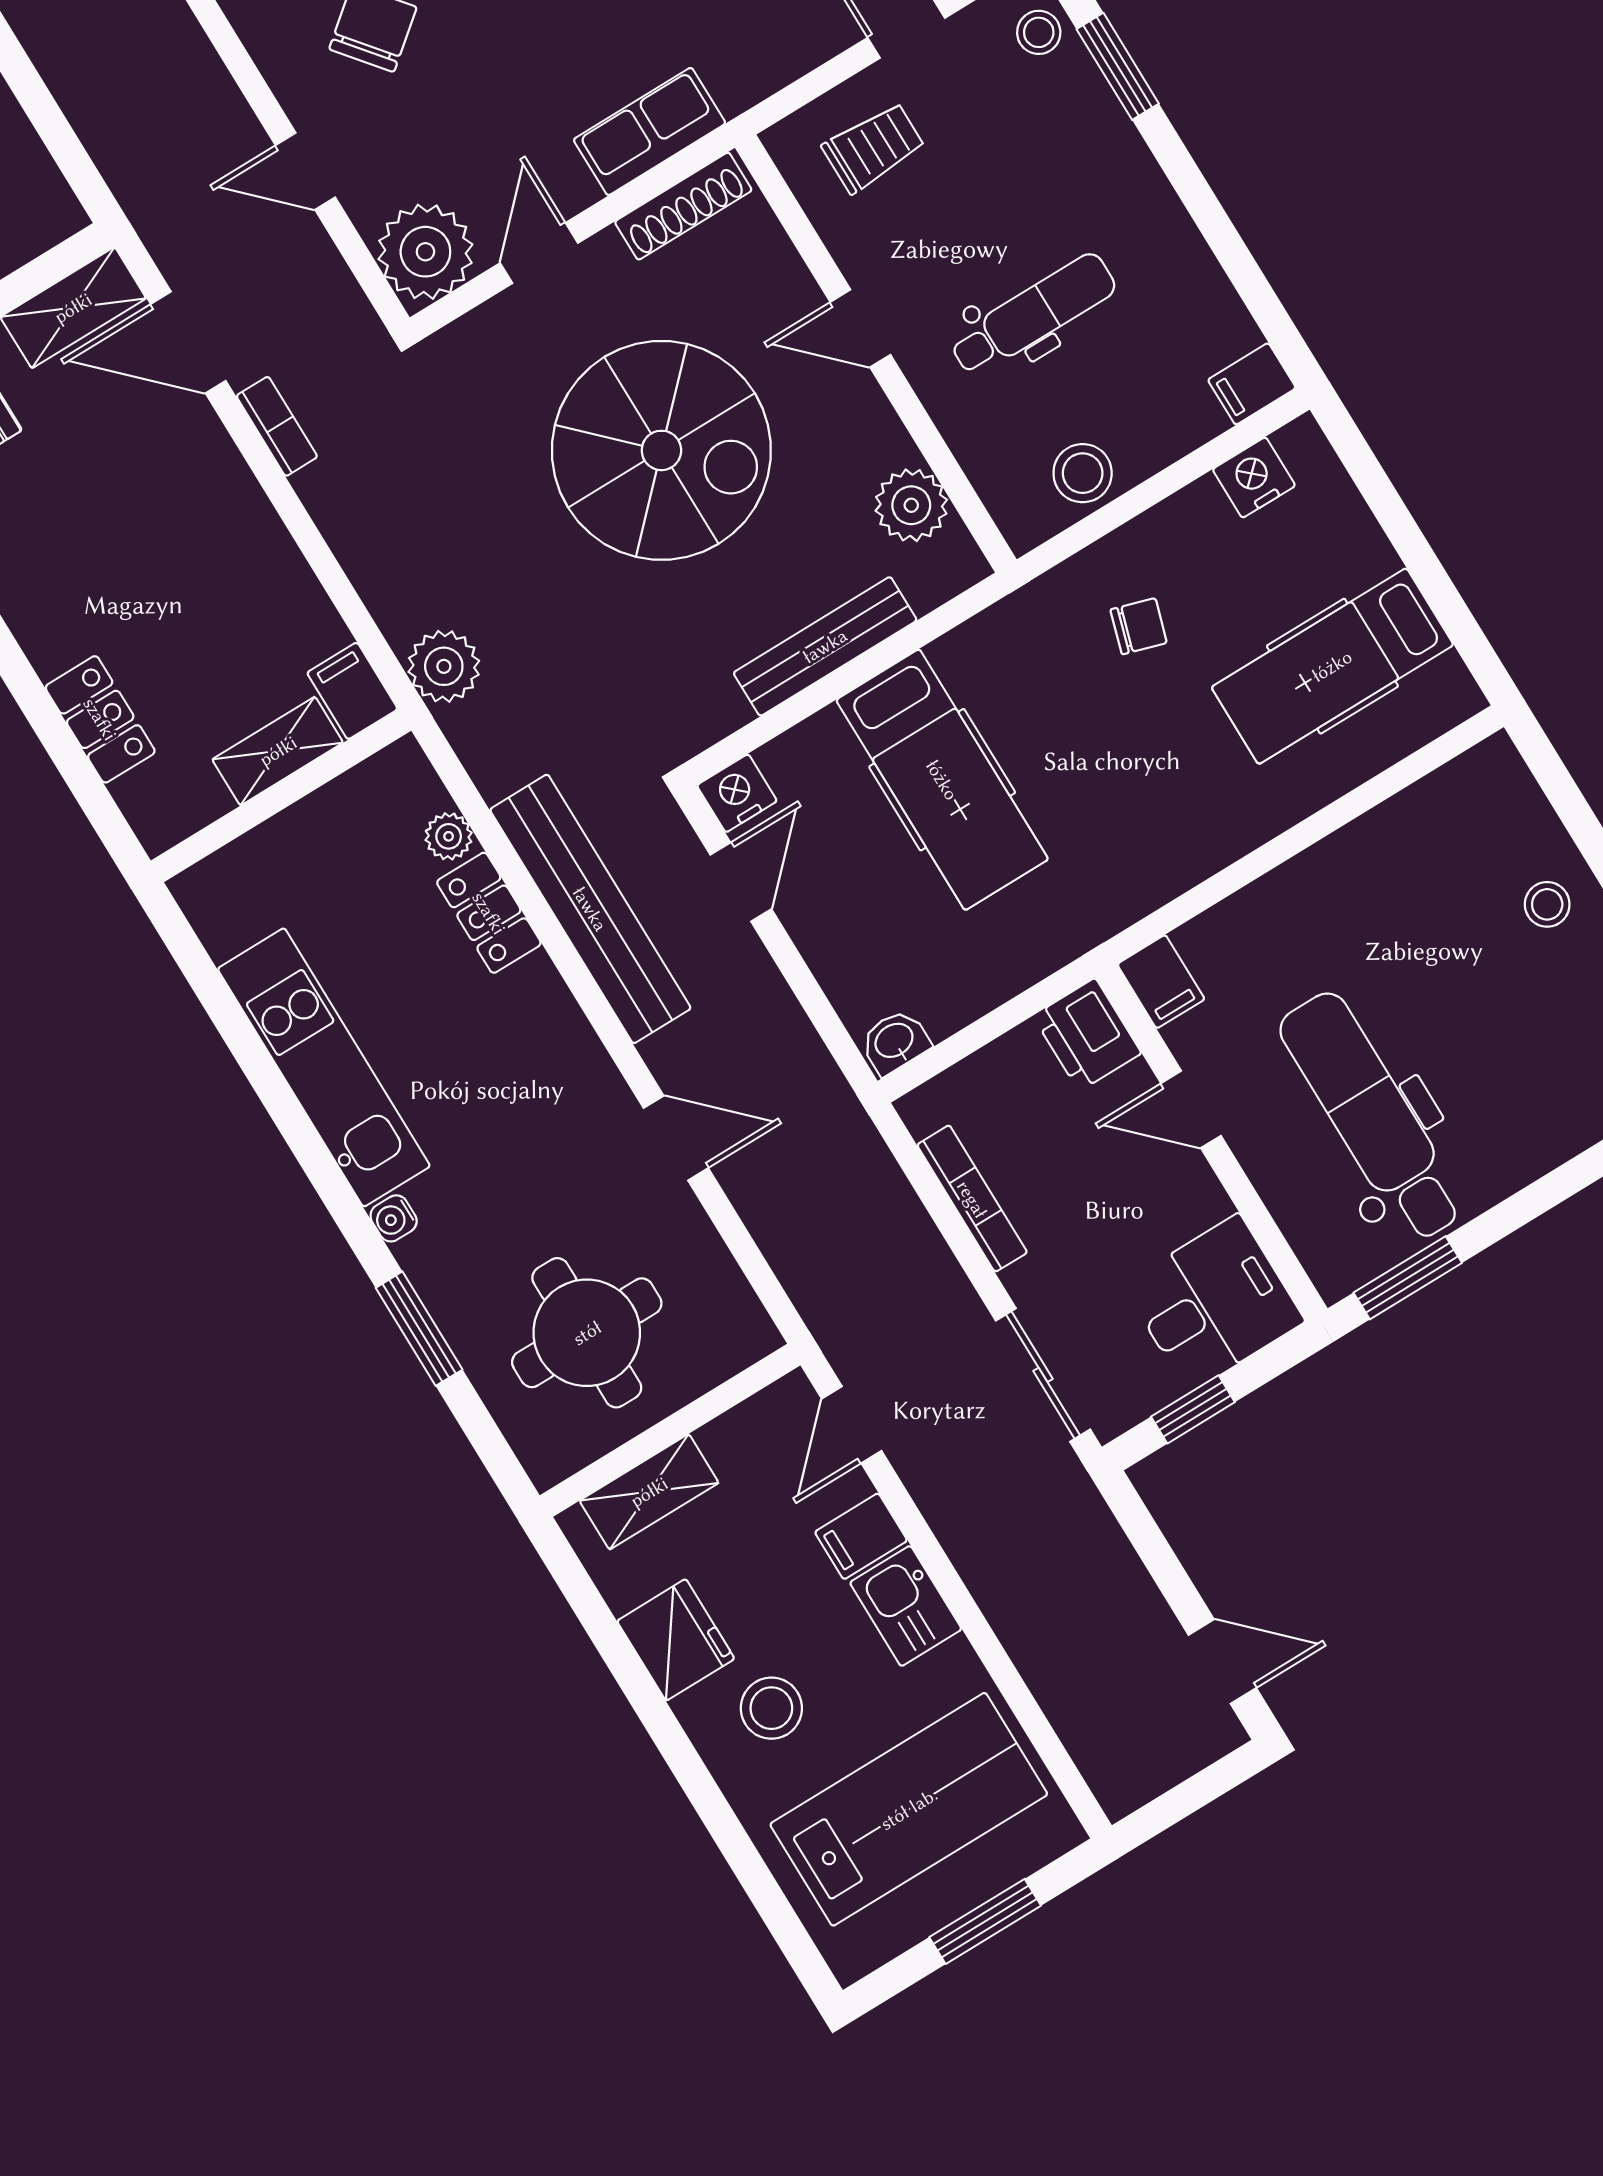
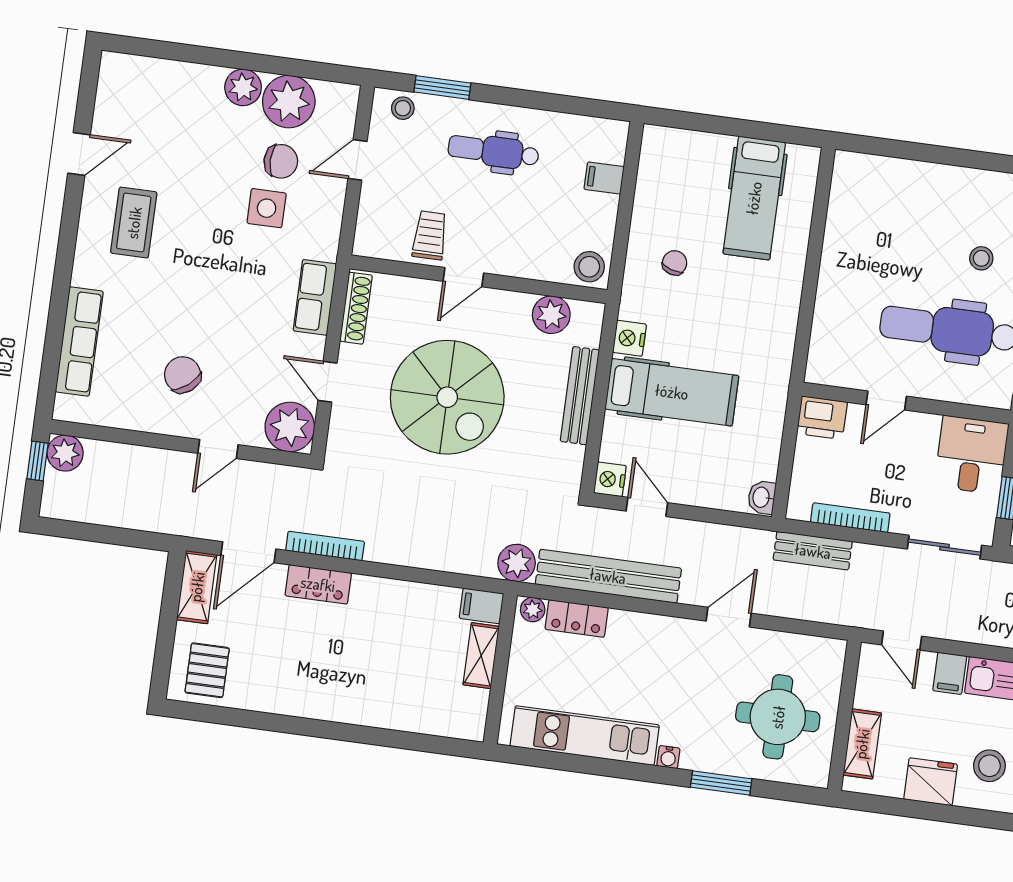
trolley: (873, 147) -> (430, 235), moved
dental chair: (1033, 315) -> (493, 151), moved, turned -90
filing cabinet: (1252, 384) -> (604, 178), moved, turned 90
bookcase: (277, 426) -> (325, 546), width x1.56
spiral stairs: (661, 450) -> (447, 397), turned 90
stool: (1083, 473) -> (589, 267), moved
nightstand: (1254, 477) -> (629, 338), moved
plant: (444, 666) -> (517, 563), moved
filing cabinet: (352, 691) -> (481, 606), moved
locker: (100, 719) -> (318, 584), moved, turned 180
shelving: (278, 751) -> (481, 656), moved
wall: (281, 796) -> (500, 669), moved
stool: (1547, 904) -> (981, 258), moved
filing cabinet: (1161, 982) -> (825, 371), removed
bench: (877, 1183) -> (813, 551), added

